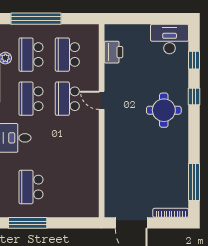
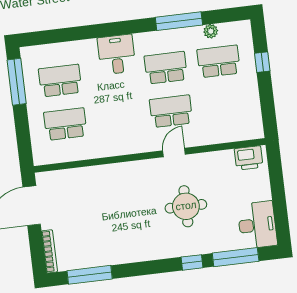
window: (36, 19) -> (262, 62), width x0.32
printer: (114, 52) -> (249, 158), moved
school desk: (67, 55) -> (65, 124), moved
window: (194, 60) -> (236, 257), width x2.17
round table: (164, 110) -> (186, 206), moved

